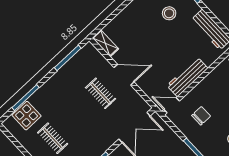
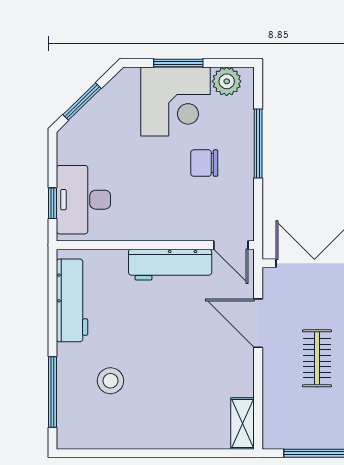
door: (124, 75) -> (258, 323), moved
chair: (201, 116) -> (204, 163), moved

